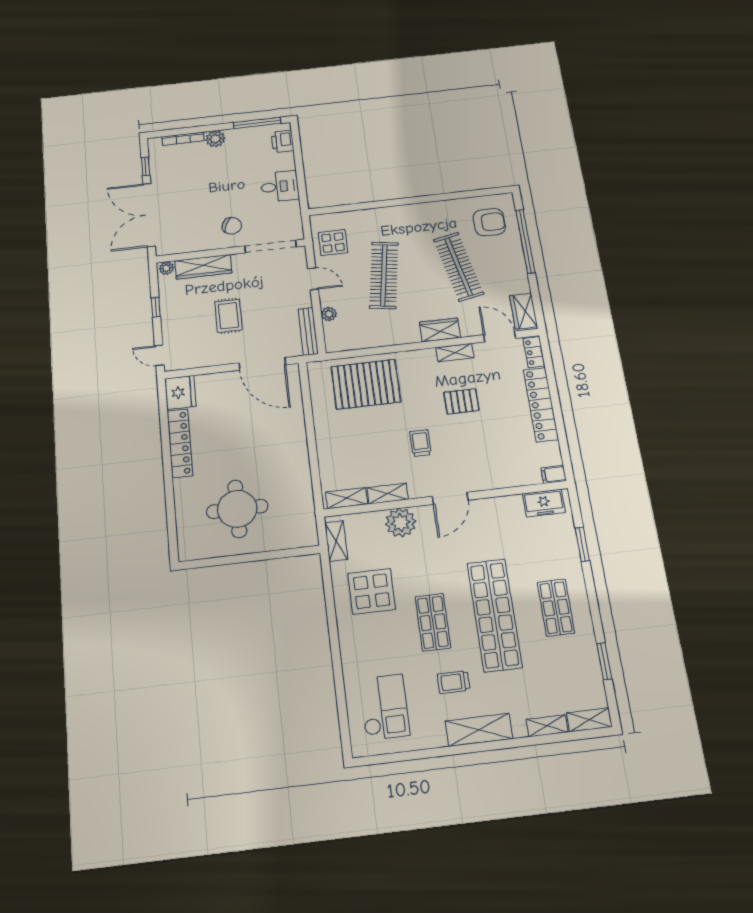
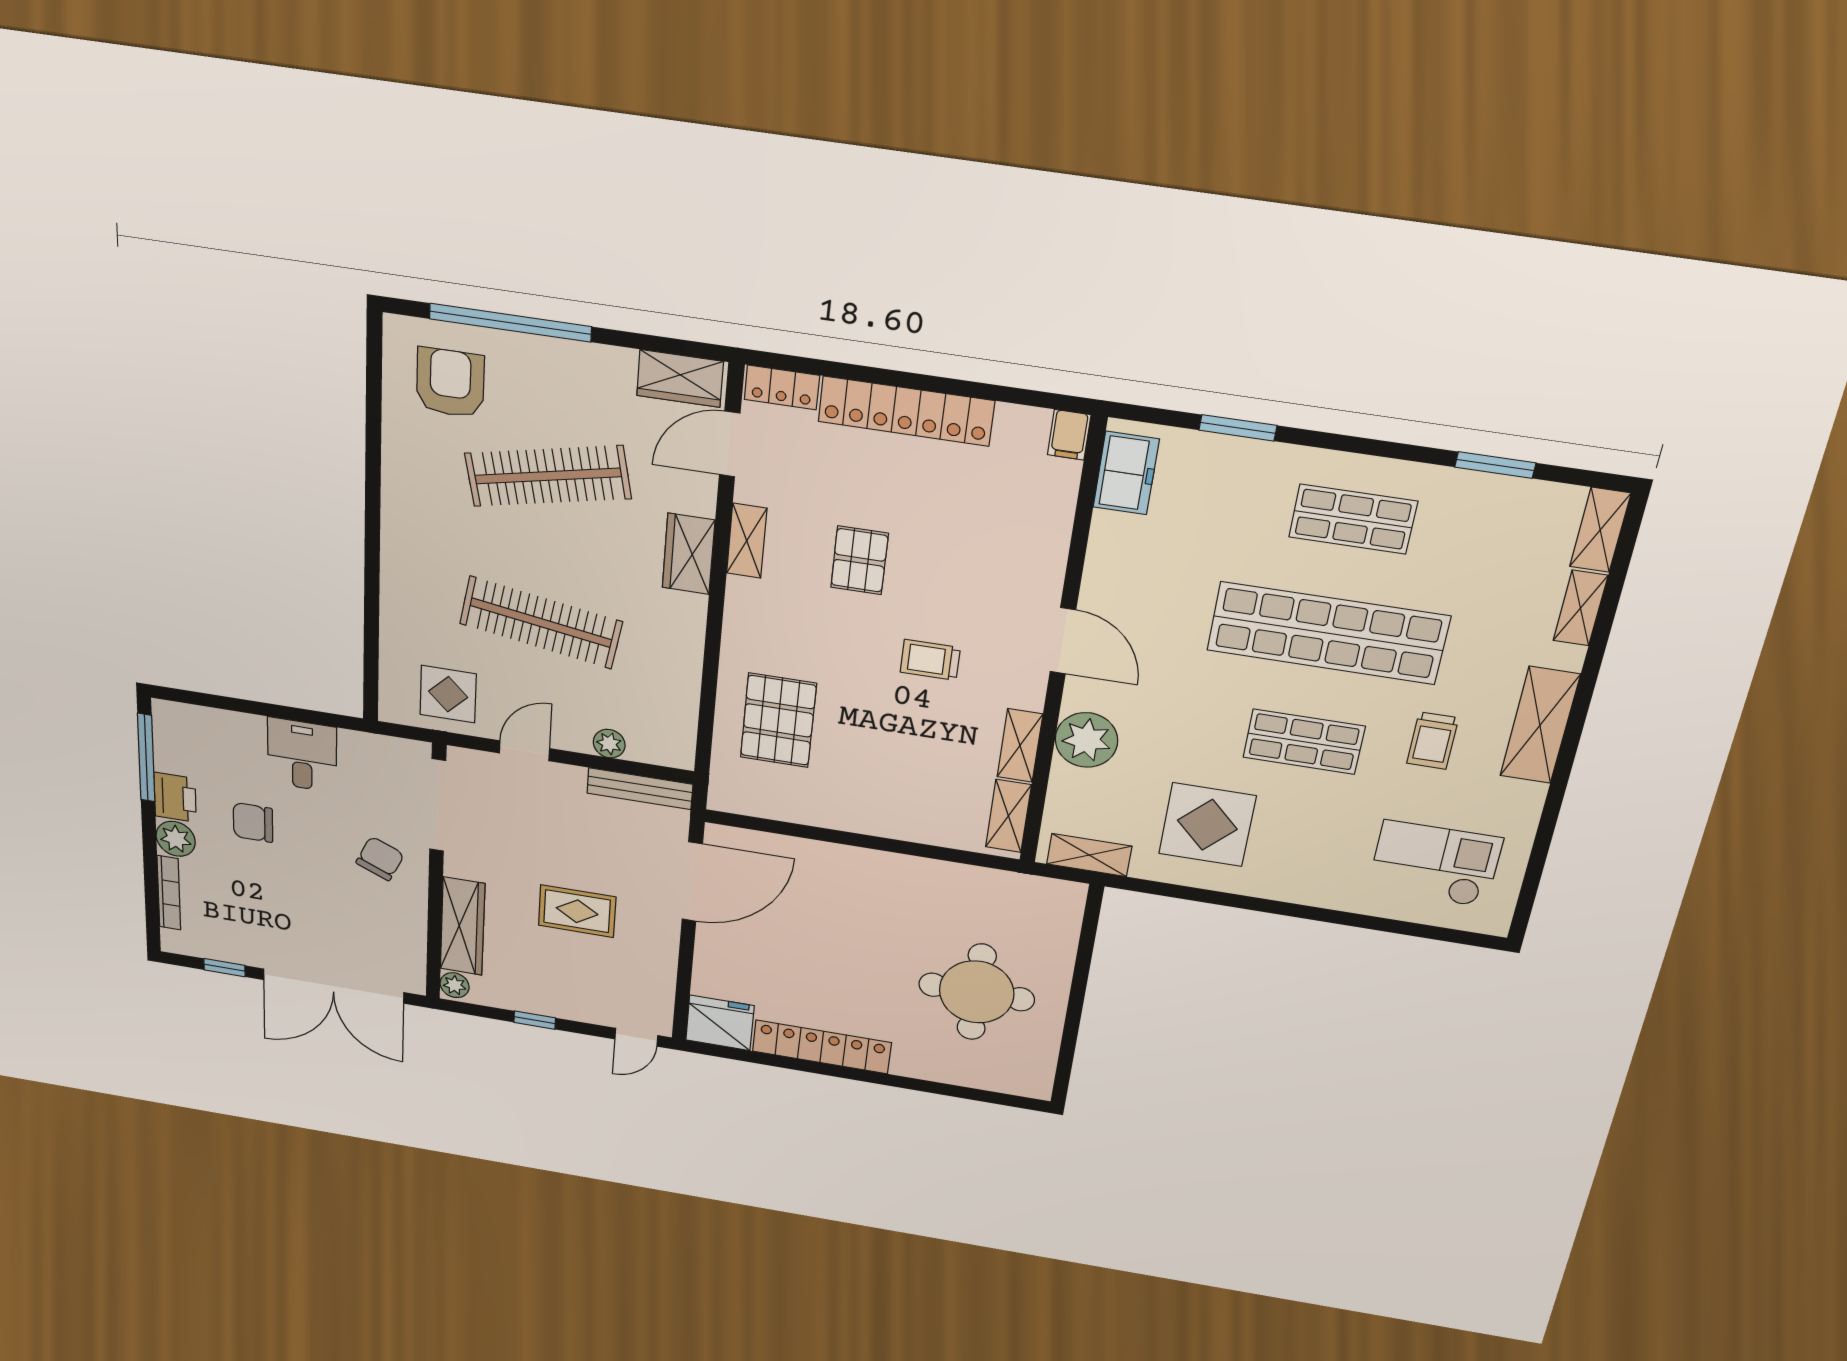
printer: (282, 141) -> (175, 797), moved, turned -90
chair: (235, 170) -> (253, 822), added
pallet: (366, 384) -> (778, 720), width x0.73, depth x0.71

